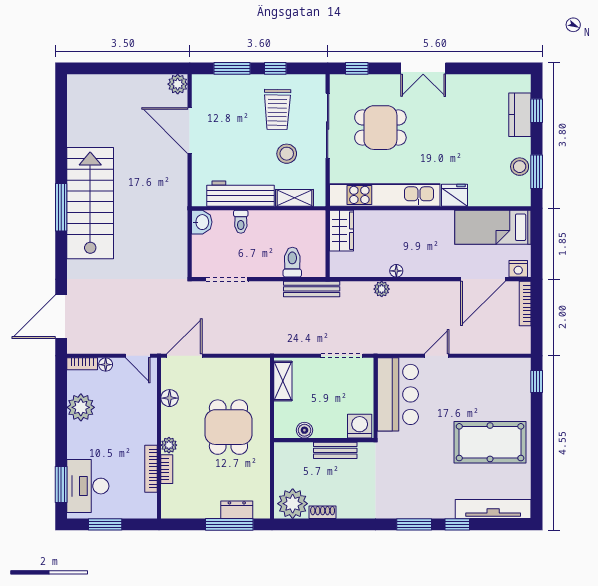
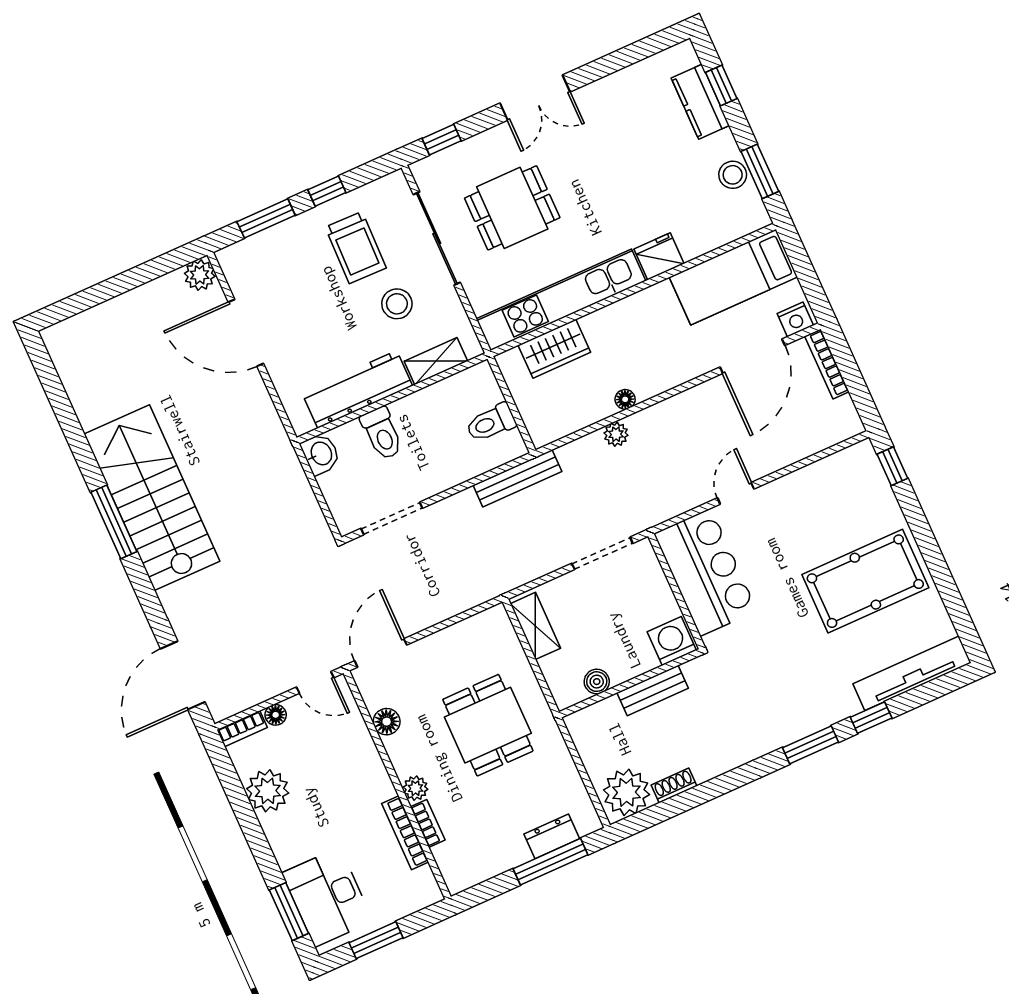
toilet: (241, 222) -> (382, 433), width x1.37, depth x1.39
wardrobe: (341, 231) -> (554, 349), moved, turned 90
toilet: (292, 262) -> (491, 423), moved, turned -90

